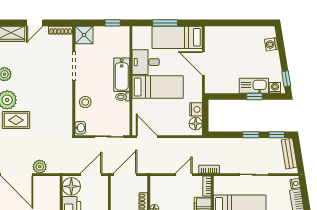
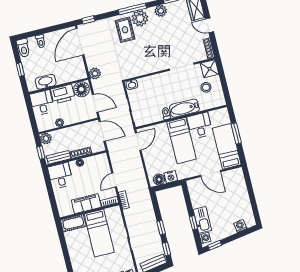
window: (113, 23) -> (225, 90), removed
door: (203, 63) -> (211, 173), swing flipped
stool: (85, 102) -> (206, 87), moved
plant: (40, 167) -> (95, 74), moved
door: (184, 175) -> (114, 180), swing flipped

